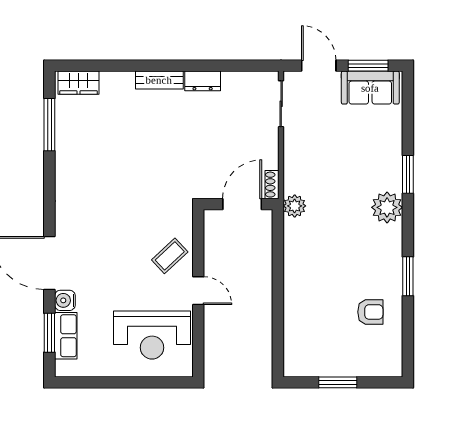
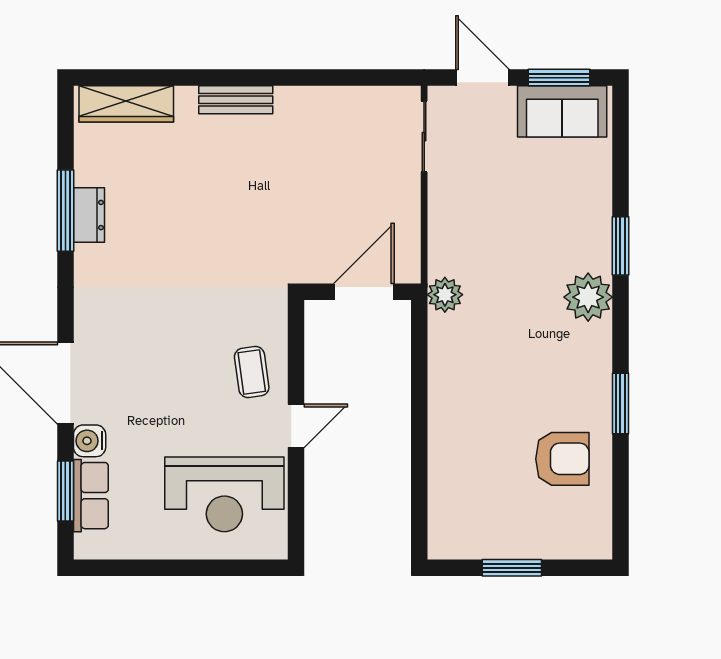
dresser: (203, 81) -> (89, 215), moved, turned -90
wardrobe: (78, 83) -> (126, 104), width x1.50
window: (49, 125) -> (65, 211), moved
shoe rack: (272, 185) -> (410, 262), removed
coffee table: (170, 256) -> (252, 372), turned -55
door: (198, 291) -> (296, 426), hinge flipped
armchair: (370, 312) -> (562, 459), width x1.38, depth x1.38

